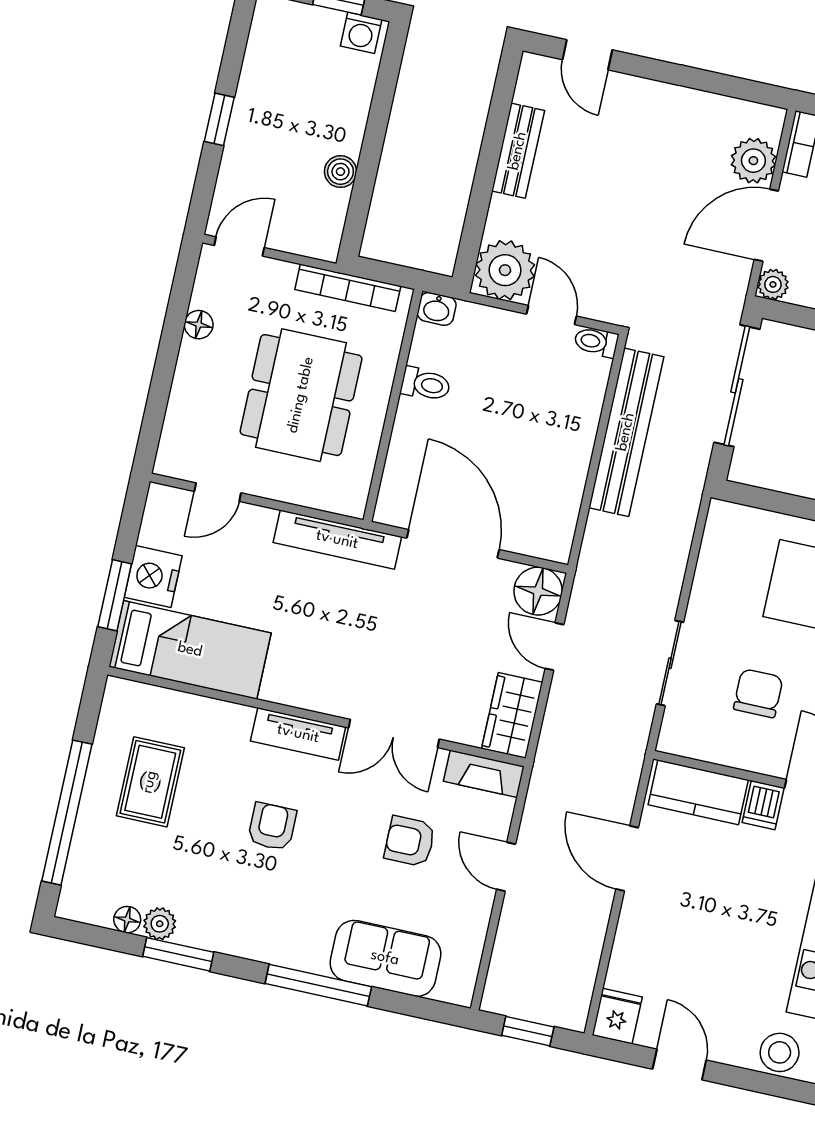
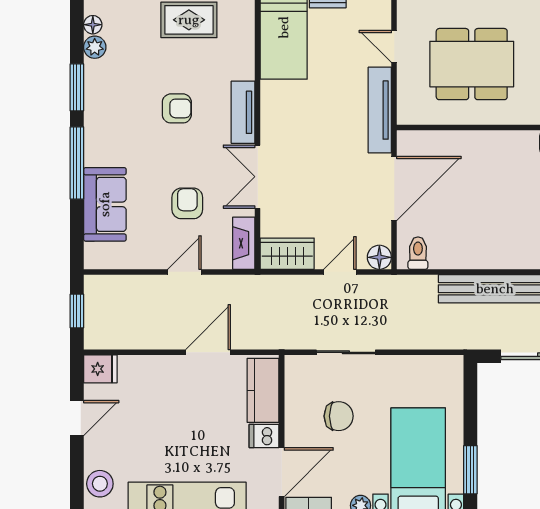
toilet: (426, 384) -> (418, 253), moved, turned 180
door: (218, 492) -> (394, 46), moved
floor lamp: (538, 591) -> (379, 257), width x0.73, depth x0.73
window: (178, 954) -> (77, 87), moved

